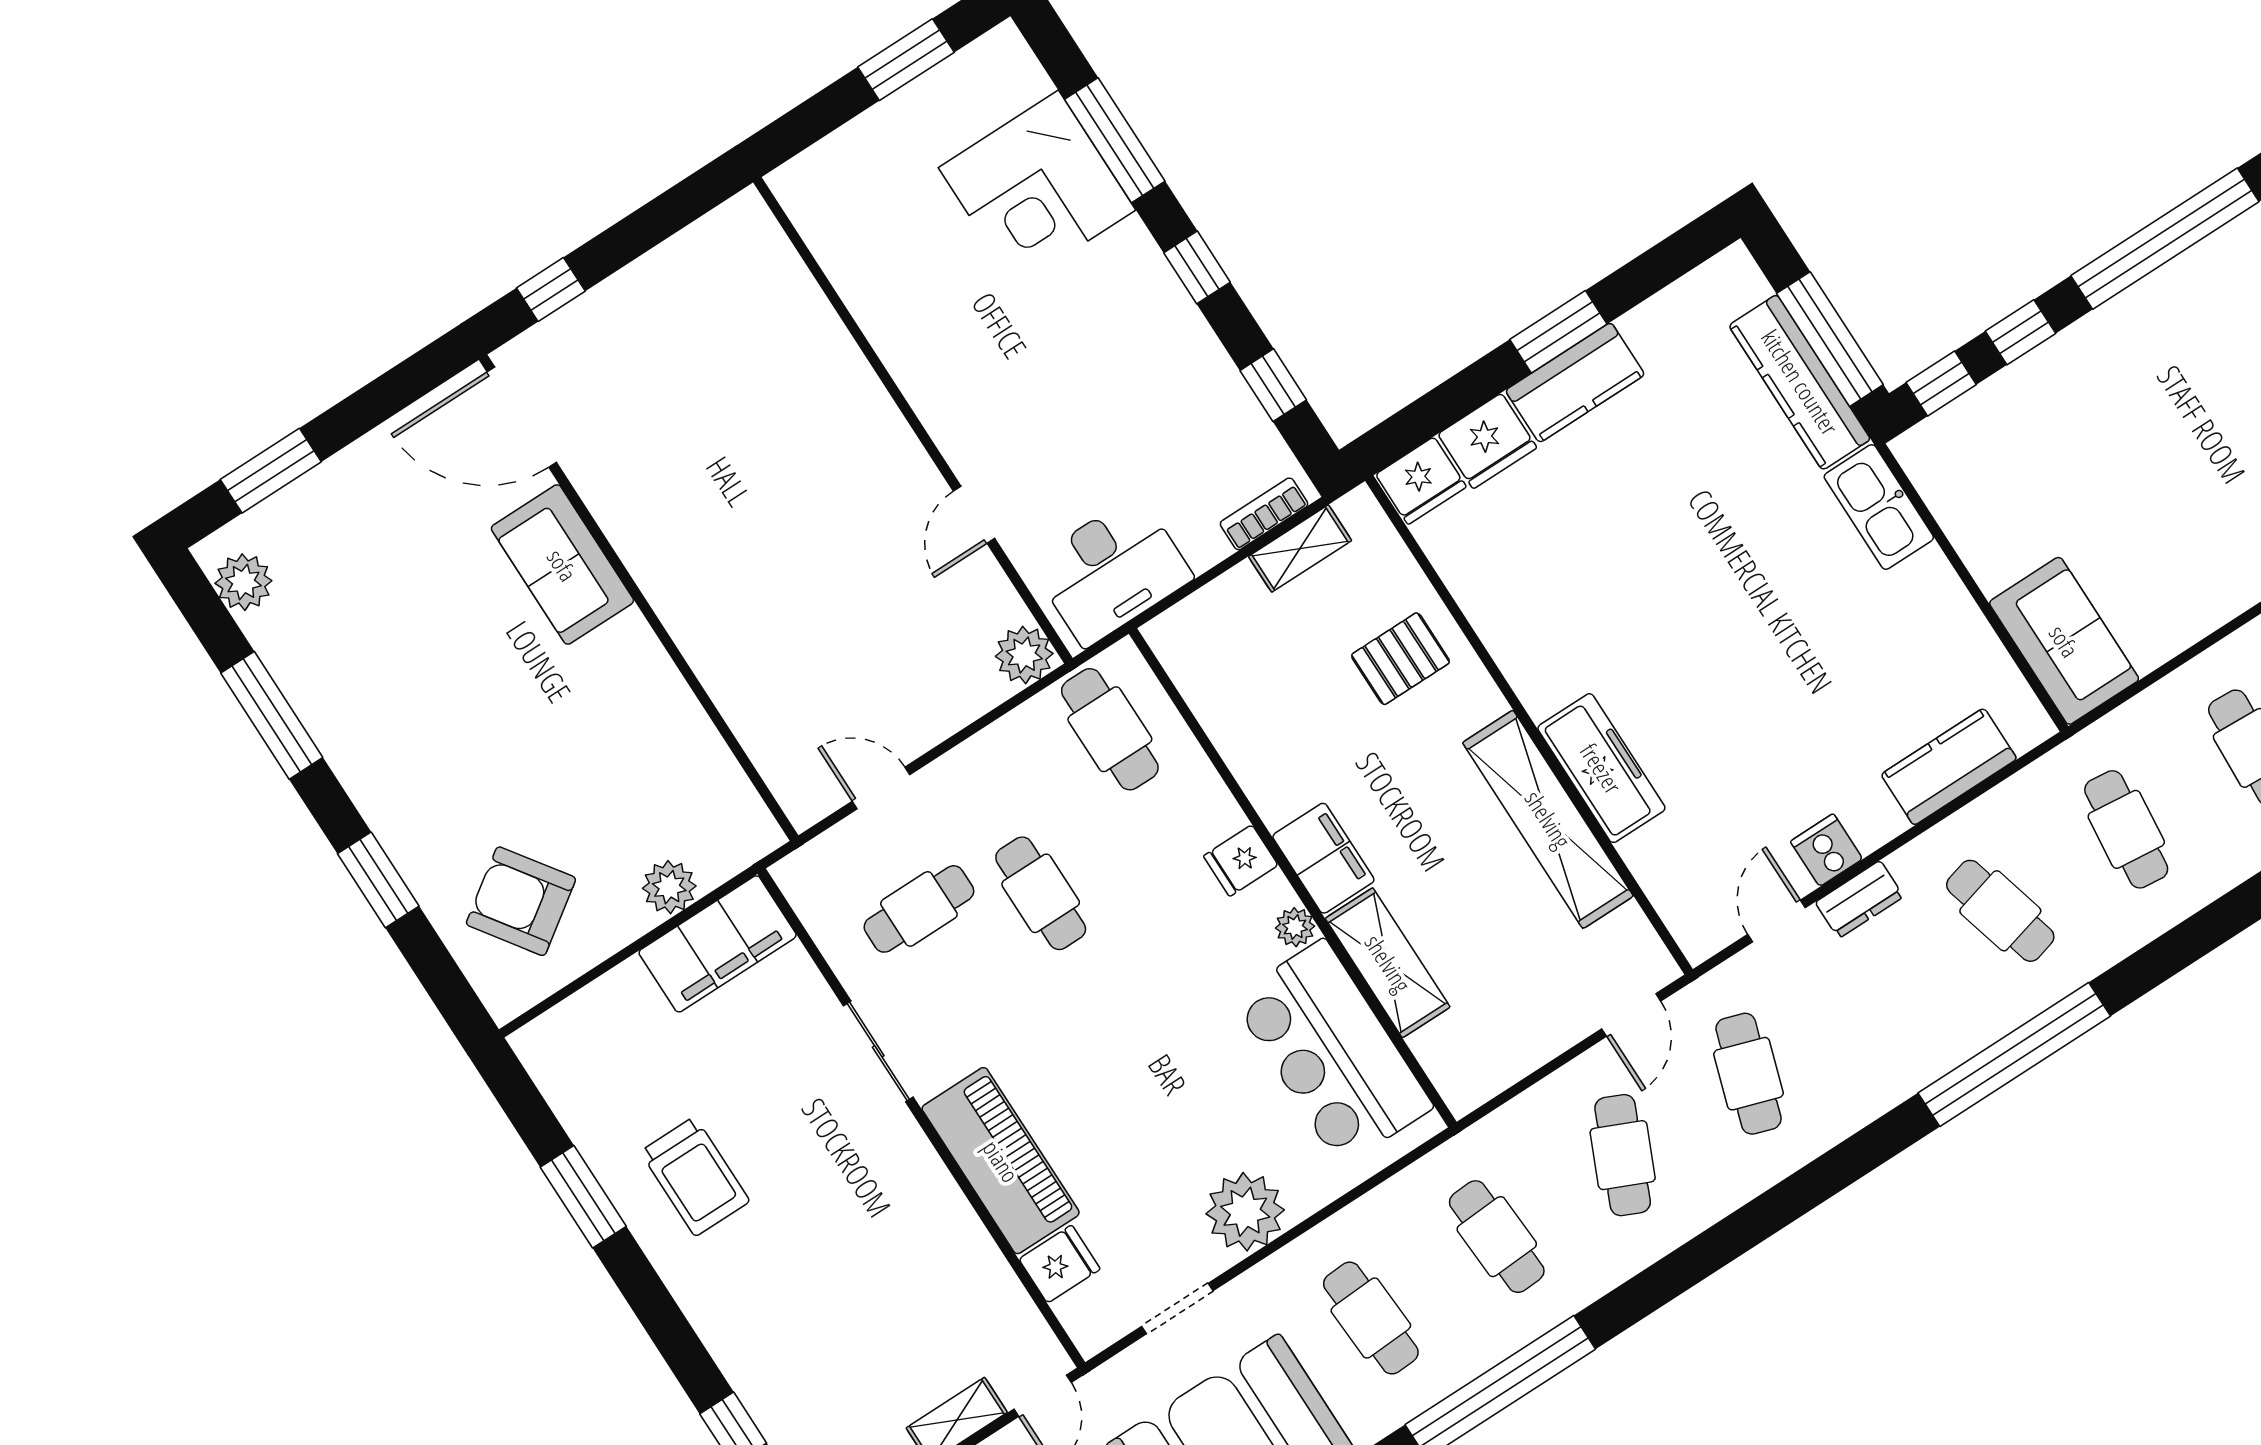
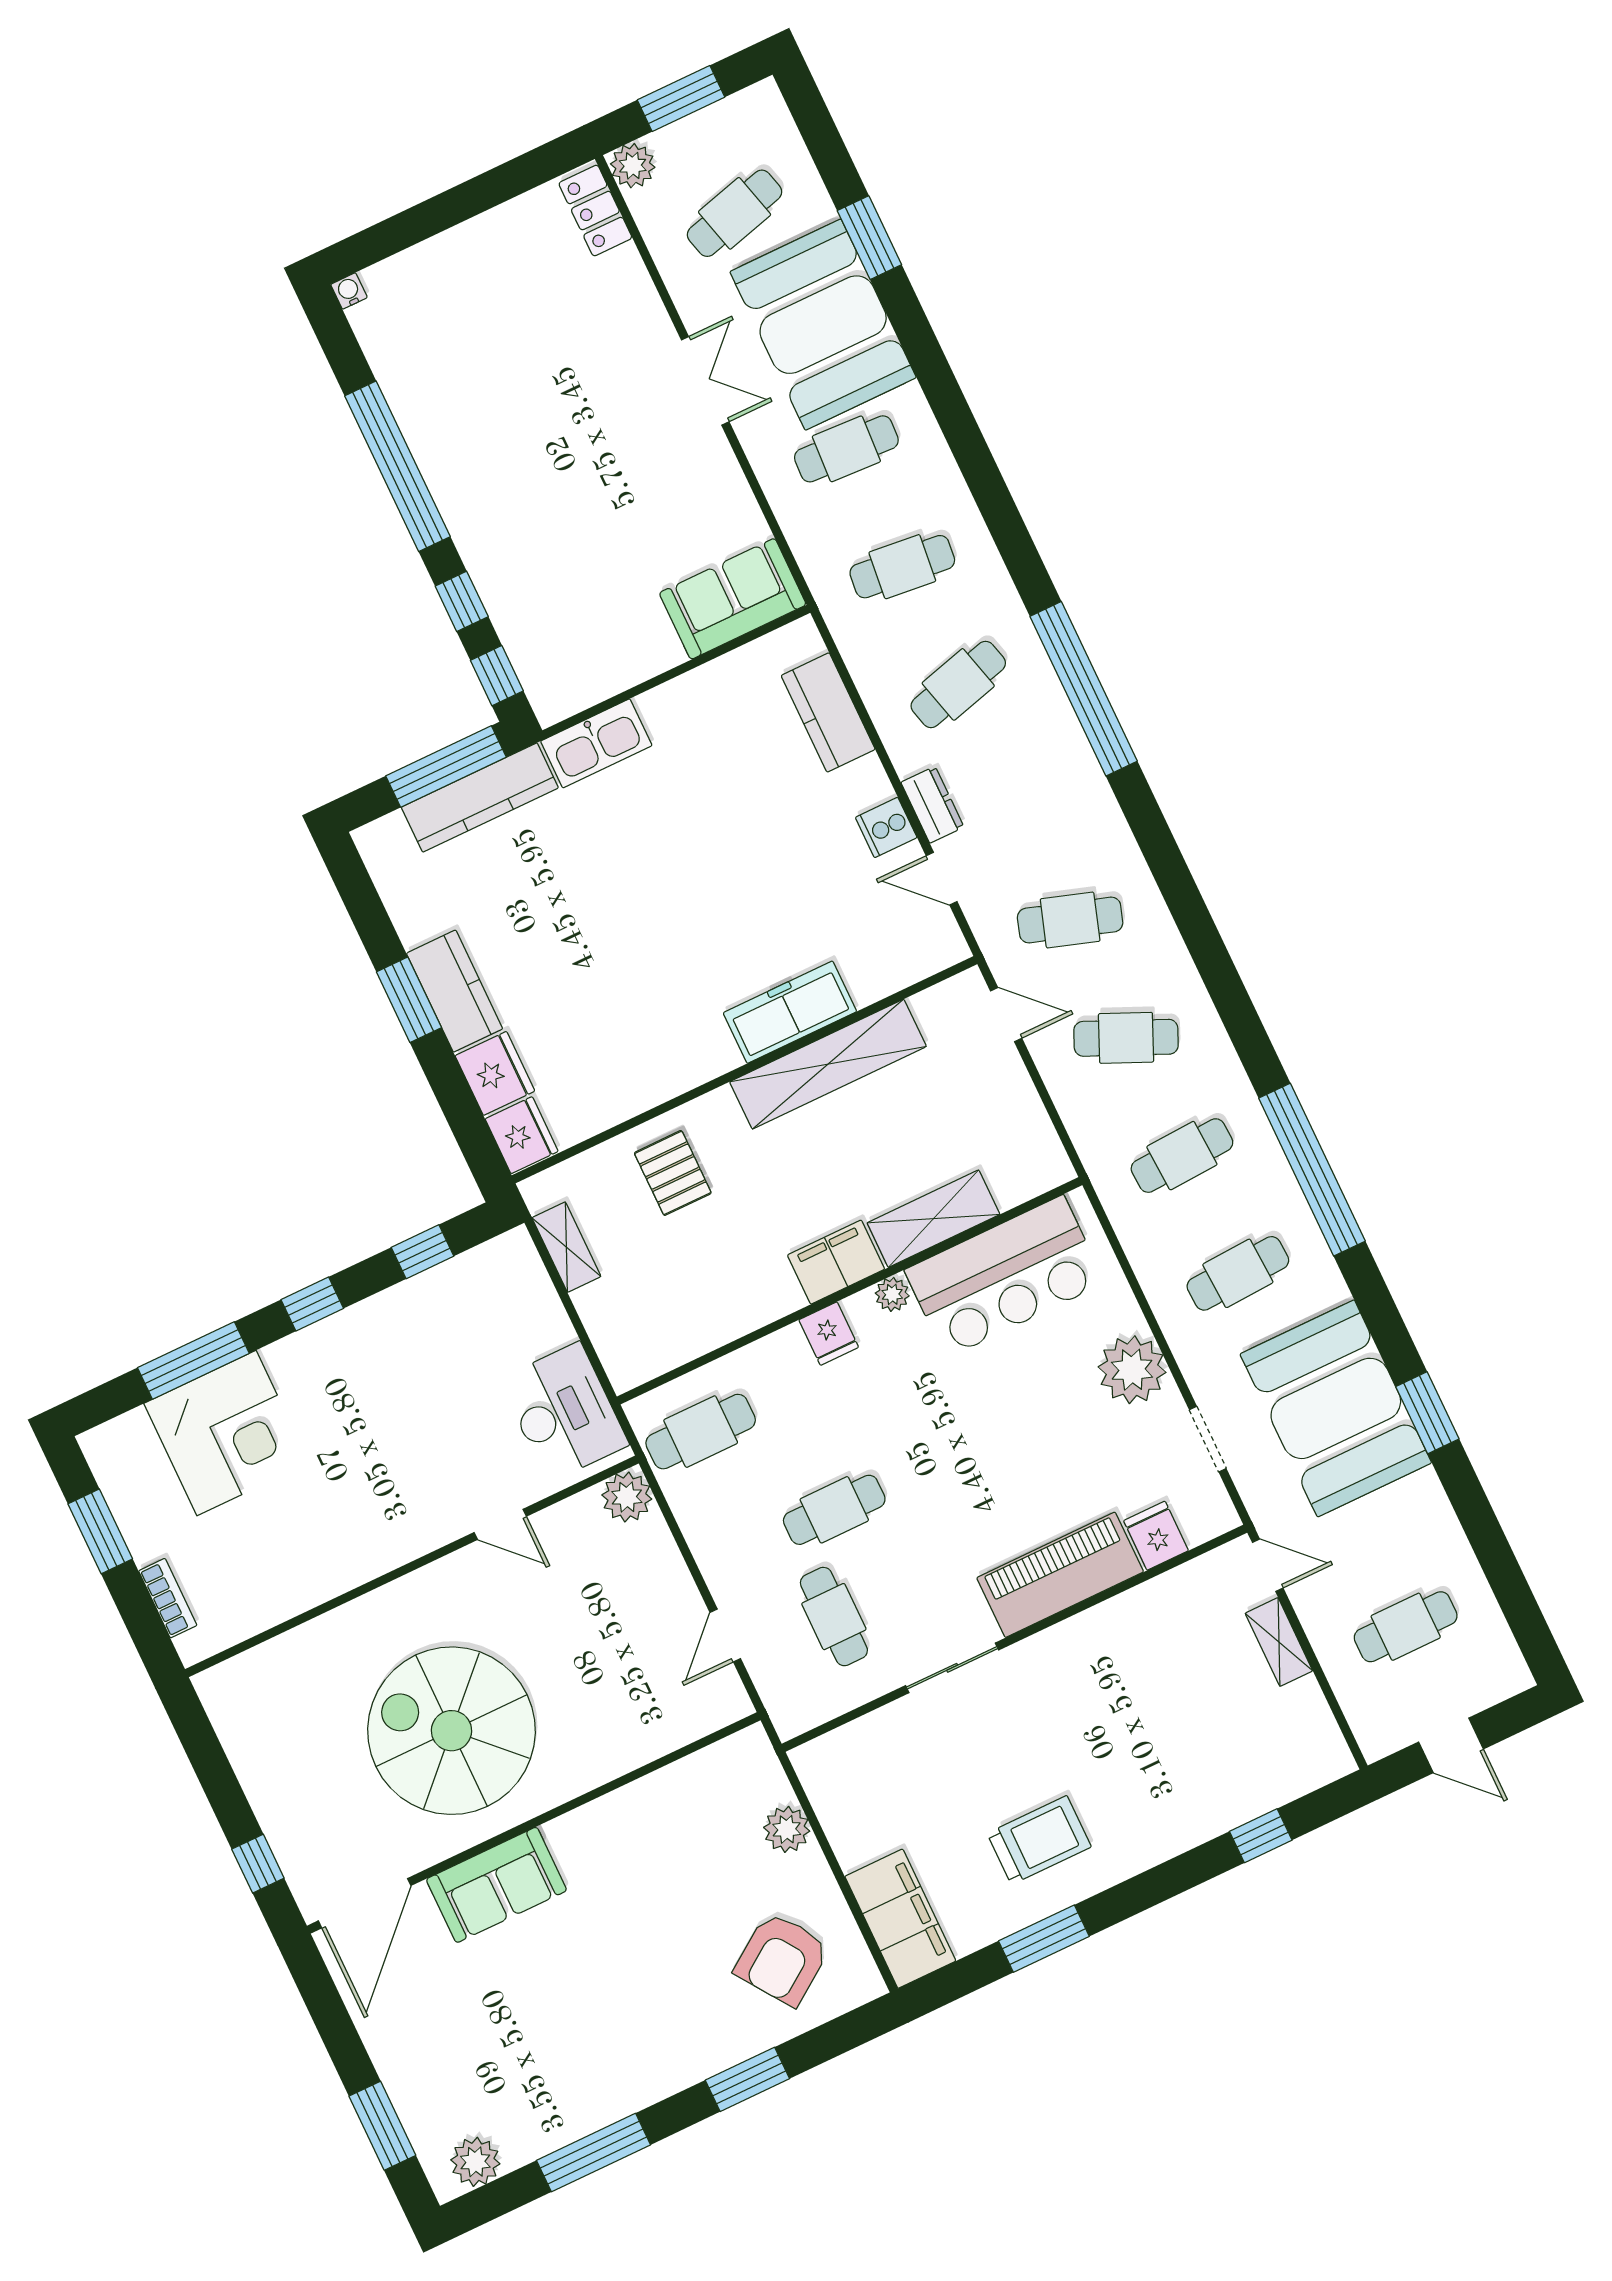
spiral stairs: (731, 490) -> (451, 1731), added
bookcase: (1264, 514) -> (168, 1598), moved, turned 180
filing cabinet: (718, 944) -> (900, 1919), moved

